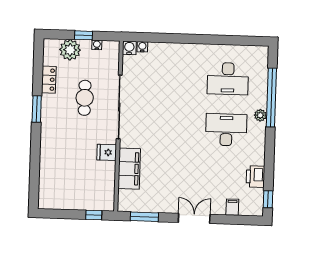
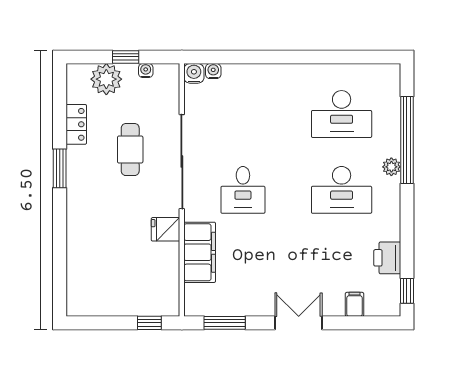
desk: (160, 128) -> (243, 190), added
desk: (226, 130) -> (342, 190), turned 180

